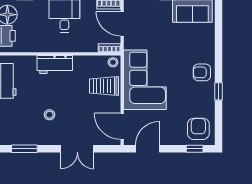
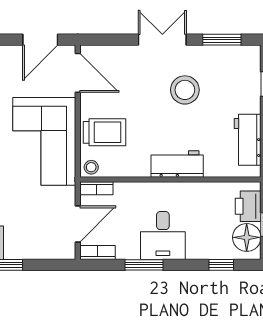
door: (122, 24) -> (78, 224), hinge flipped
stool: (49, 115) -> (185, 90), width x1.89, depth x1.89
double door: (77, 149) -> (162, 40), moved

